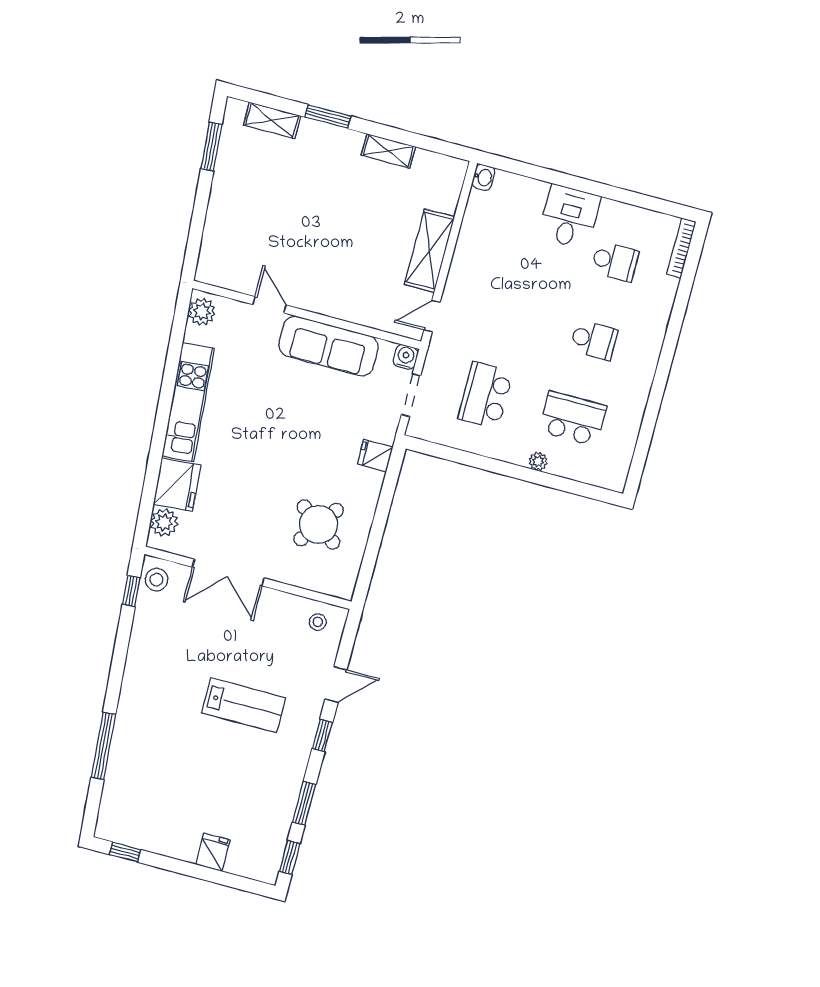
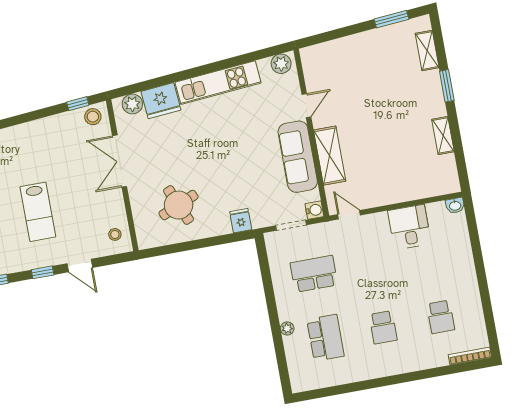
desk: (569, 217) -> (409, 227), moved, turned -90
shelving: (430, 251) -> (330, 156), moved, turned 90
round table: (319, 525) -> (179, 205), turned 31

